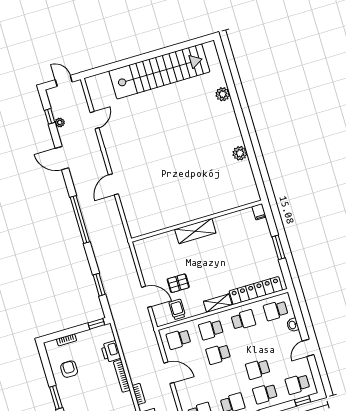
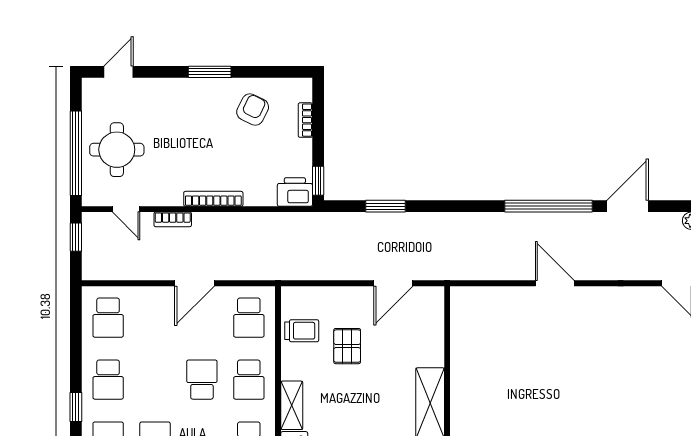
window: (80, 219) -> (549, 206), moved
door: (147, 297) -> (393, 283), moved
school desk: (211, 330) -> (249, 380), turned 180
school desk: (178, 339) -> (249, 318), turned 180
printer: (111, 351) -> (295, 192), moved
armchair: (69, 369) -> (253, 110), turned -64

